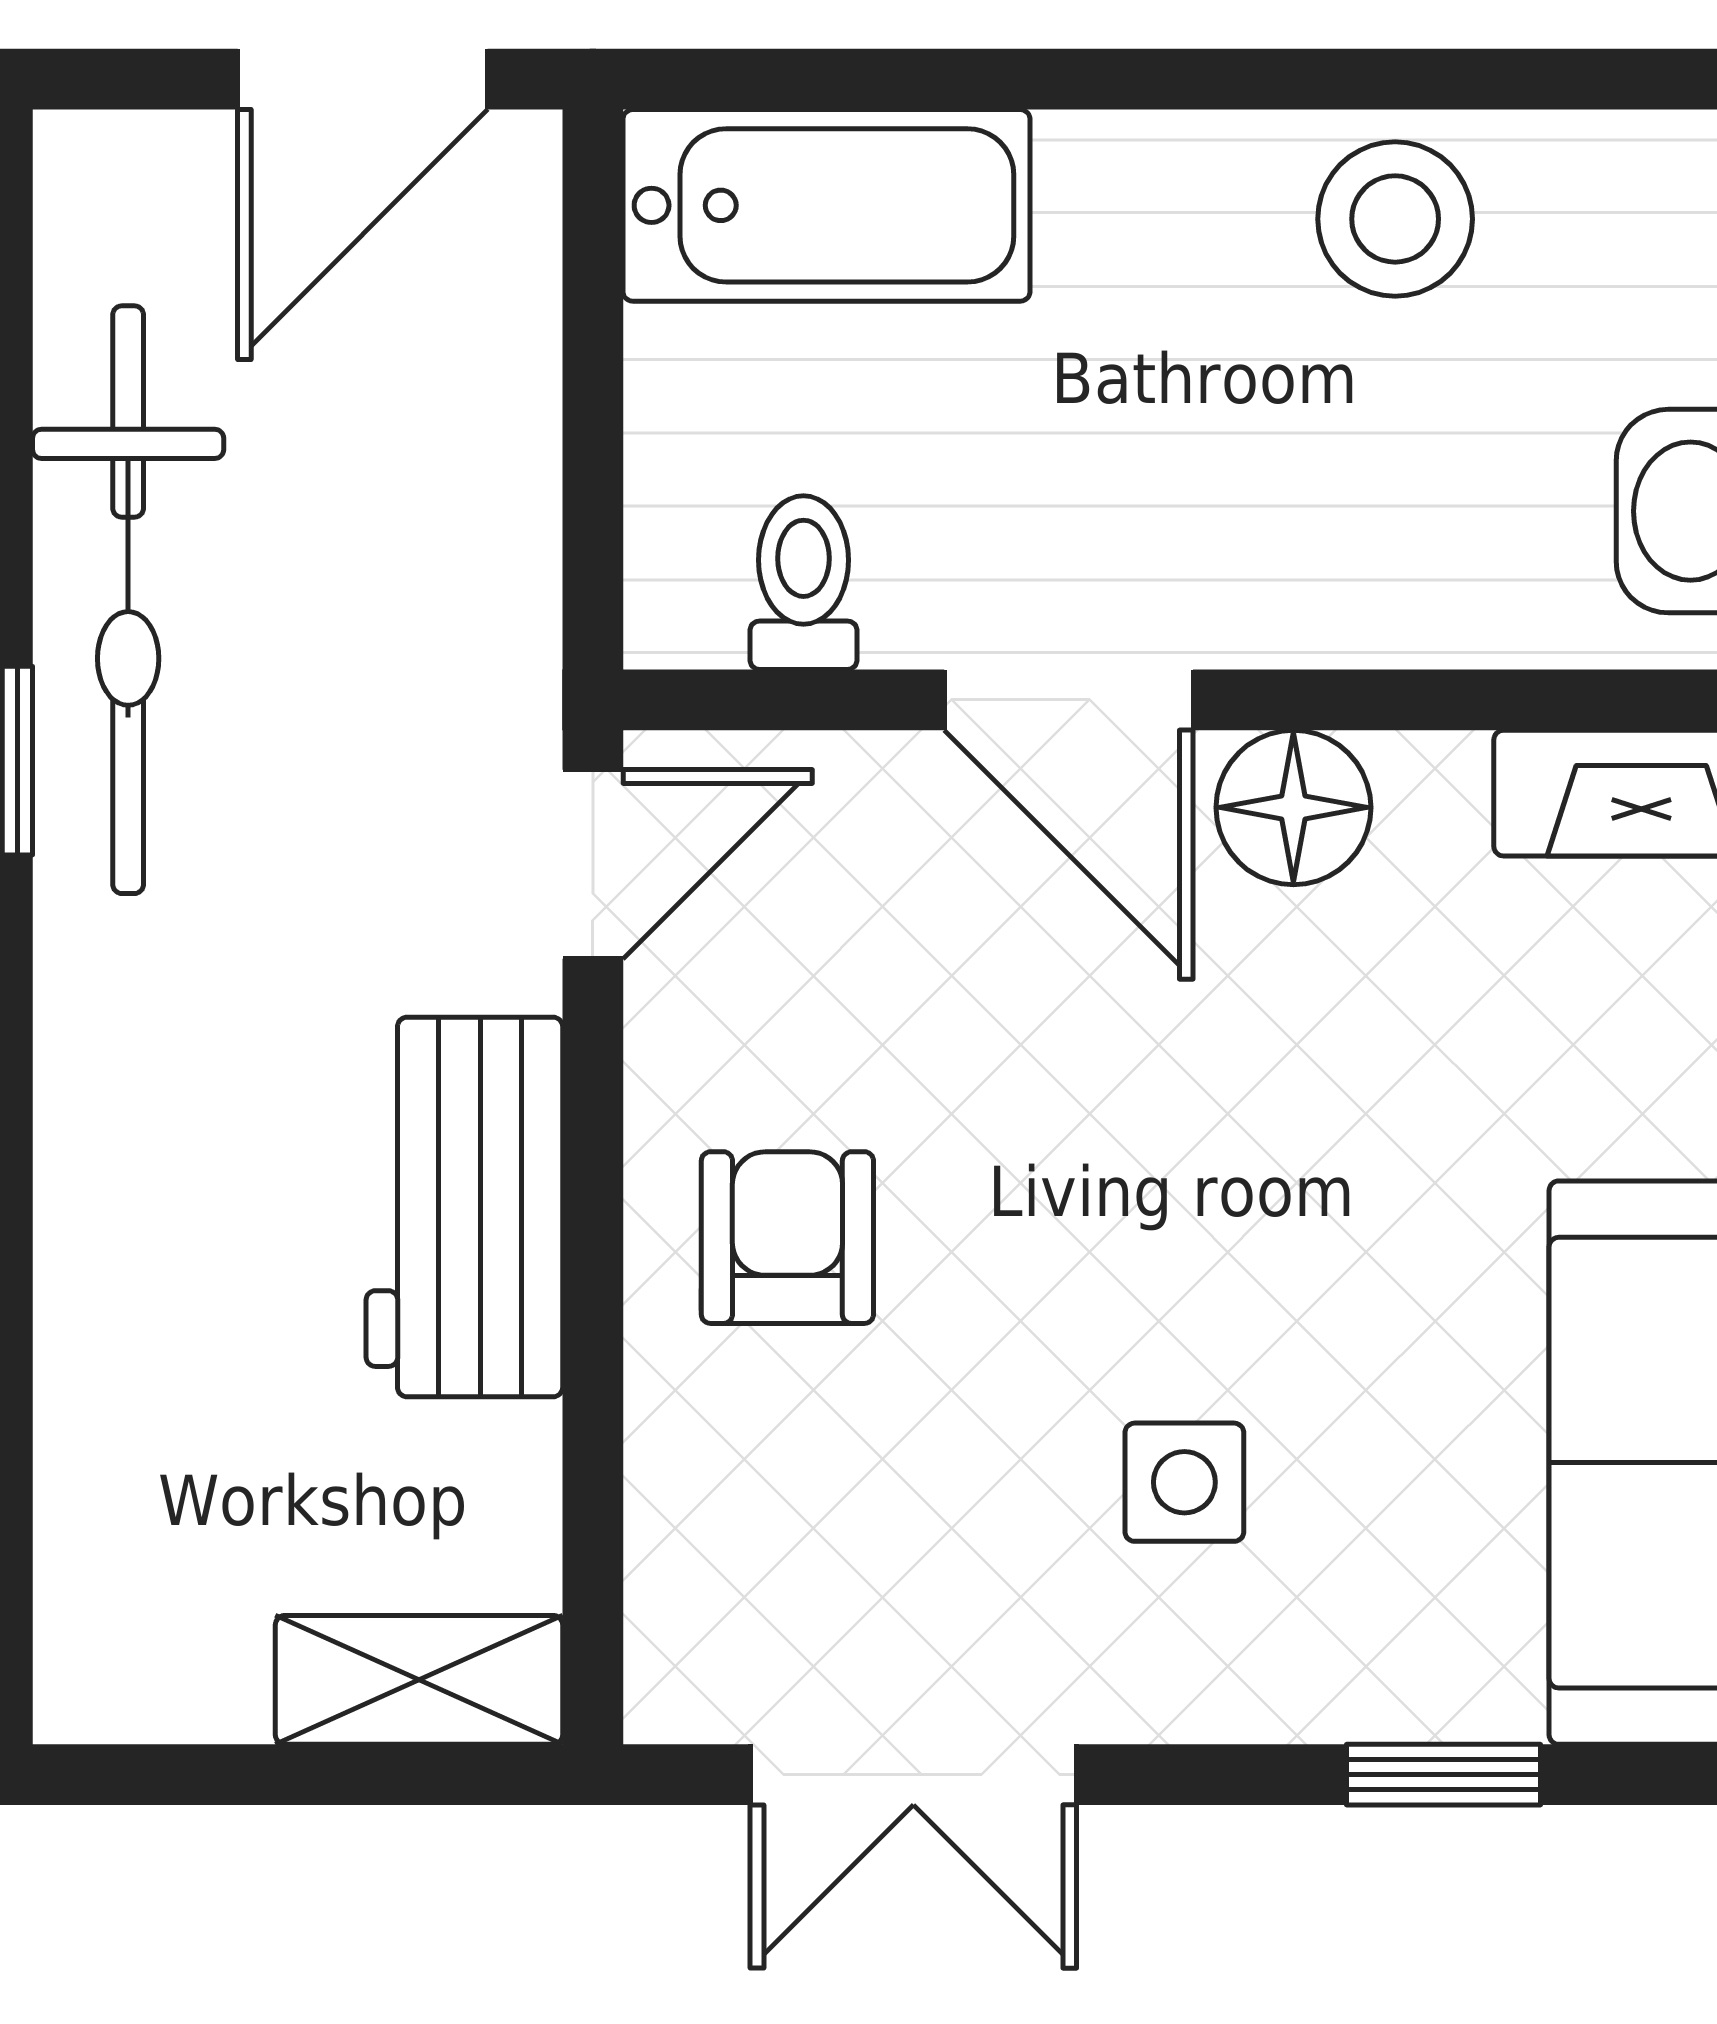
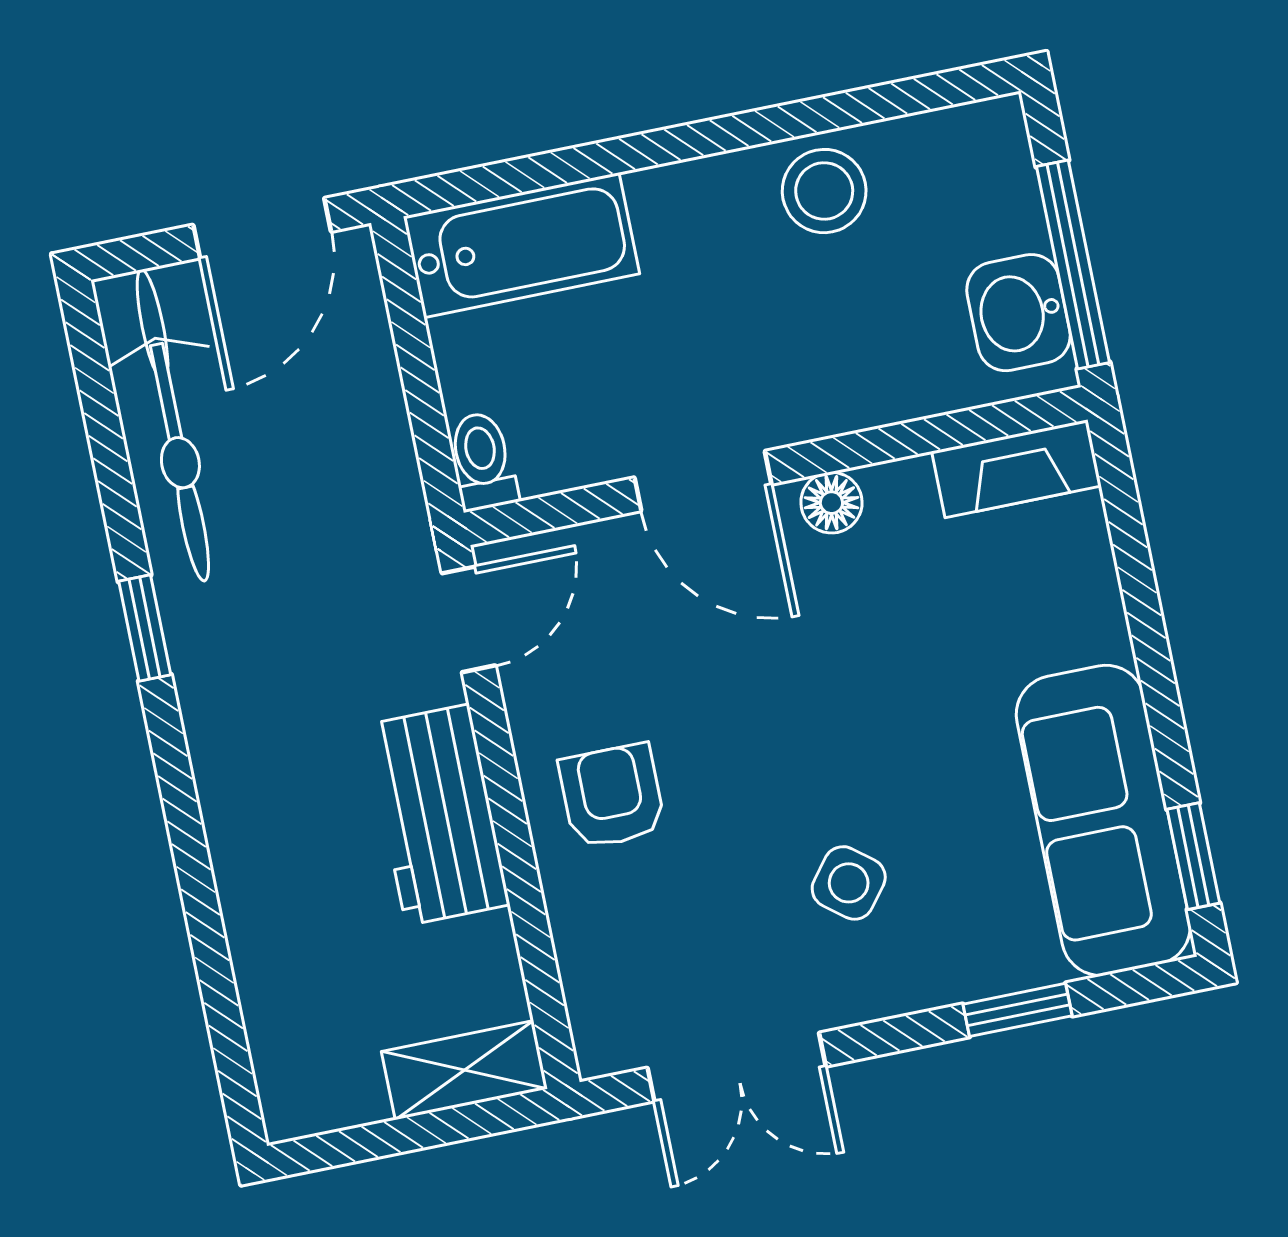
toilet: (803, 583) -> (483, 461), moved
bicycle: (128, 600) -> (173, 425), moved
floor lamp: (1293, 807) -> (831, 503), width x0.73, depth x0.73
side table: (1184, 1482) -> (849, 883), turned 38

